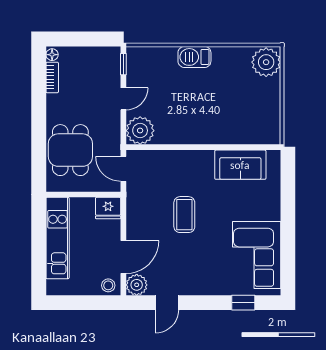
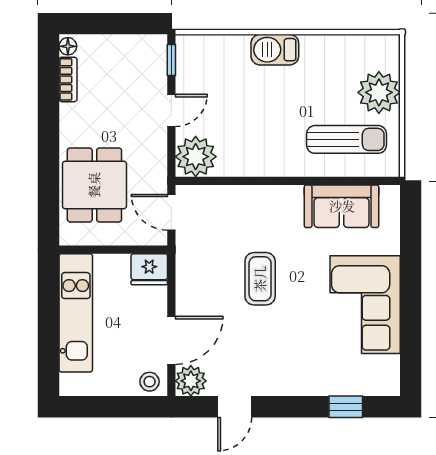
plant: (266, 62) -> (379, 92), moved
sun lounger: (244, 119) -> (347, 139), added
corner sofa: (257, 255) -> (365, 305), moved

